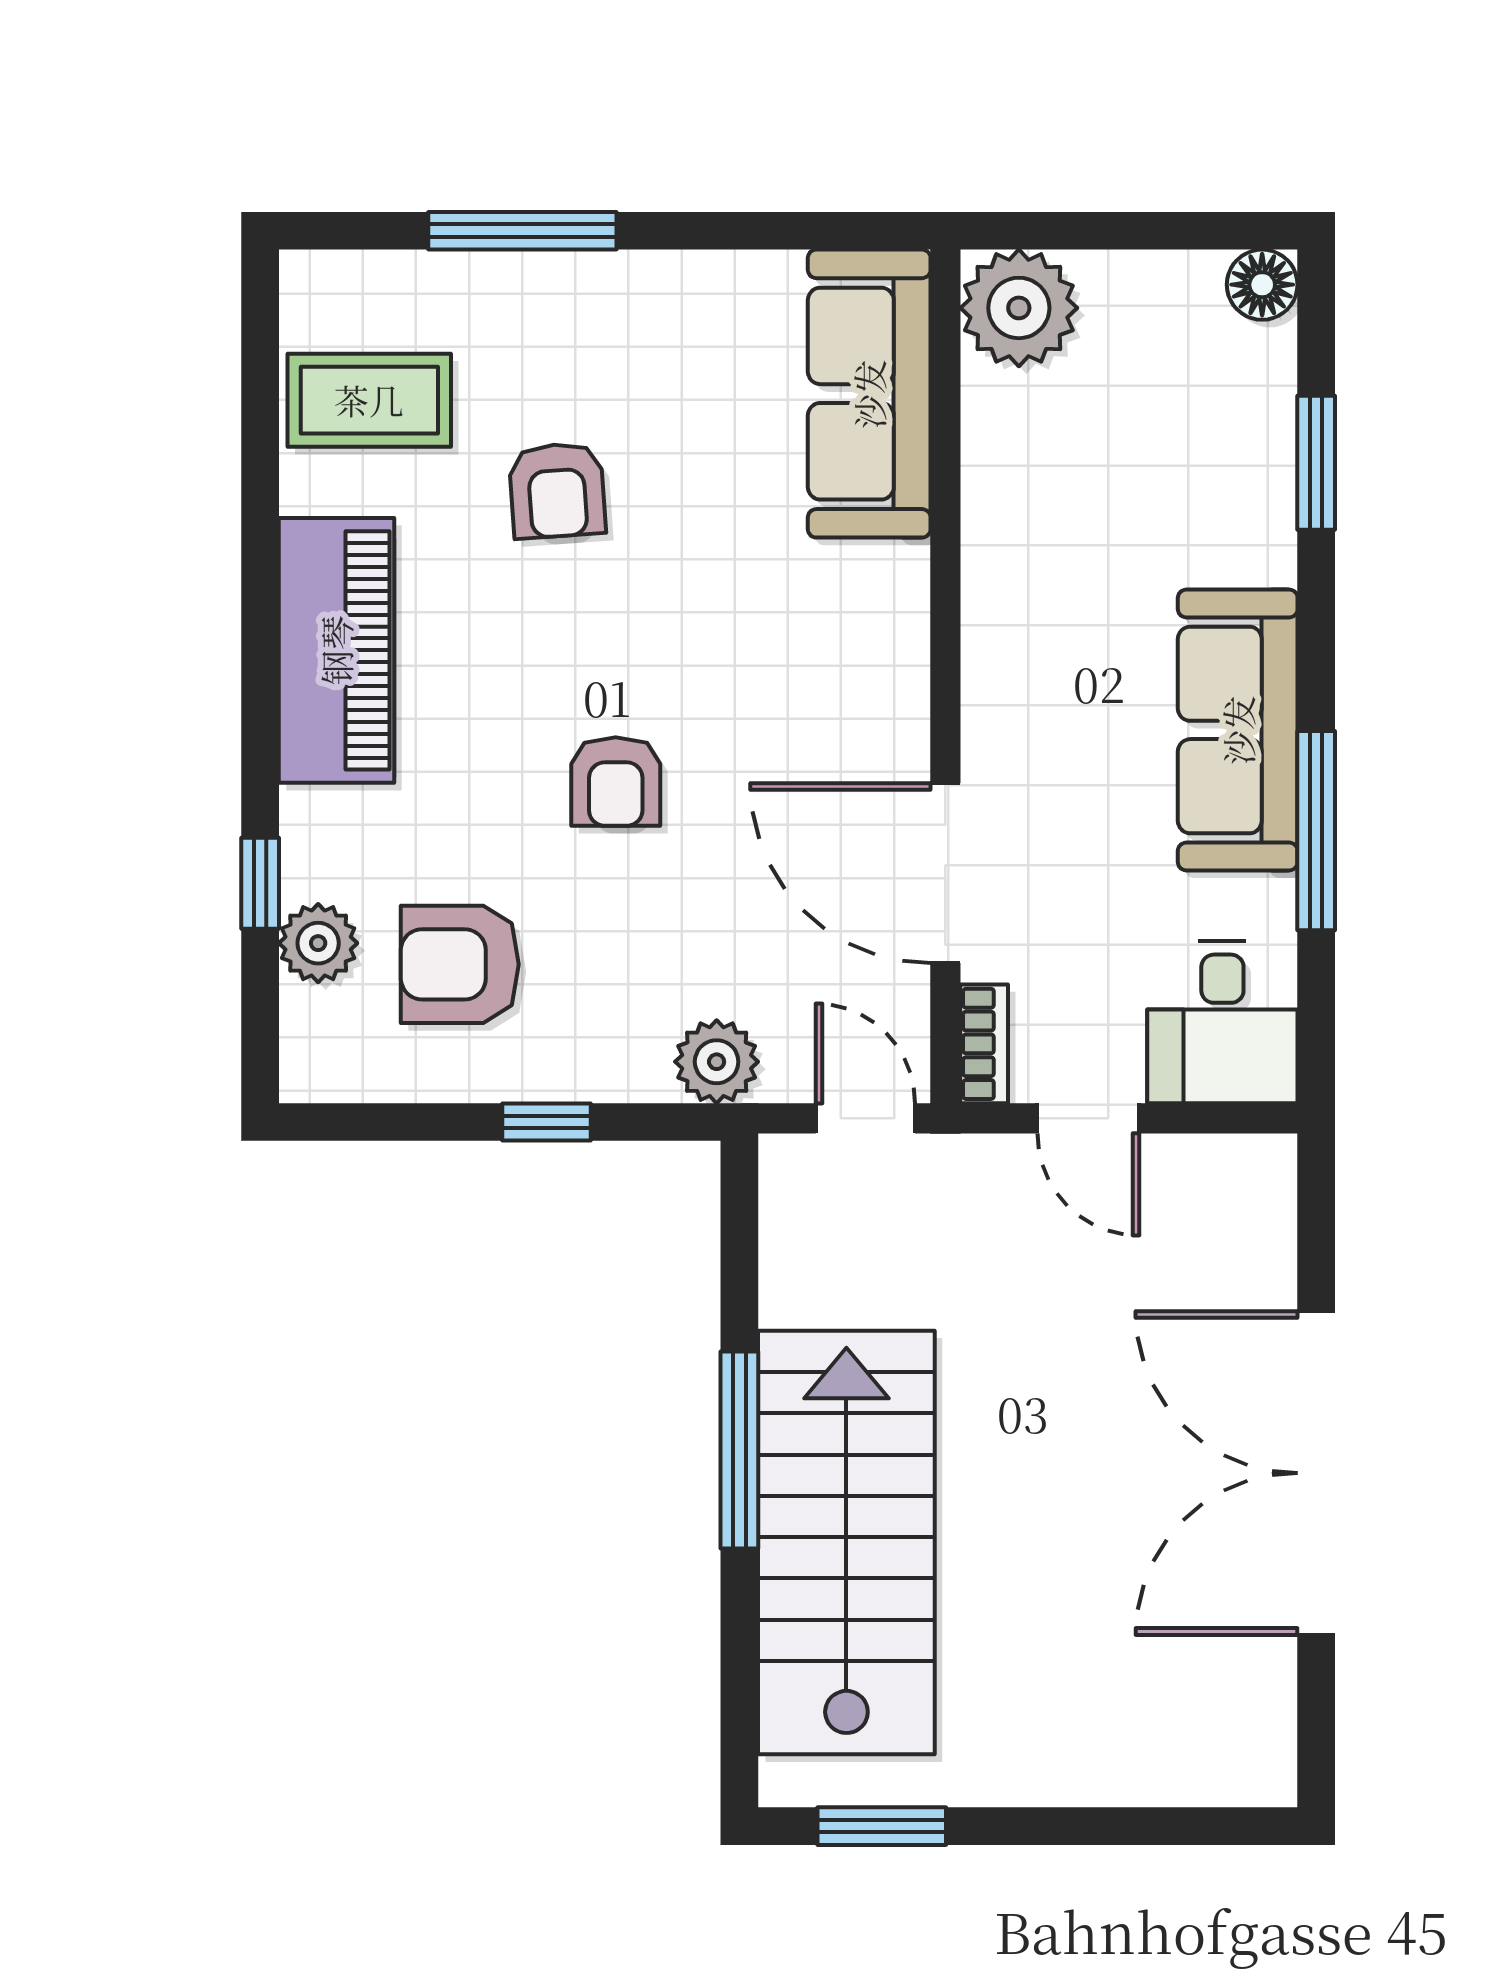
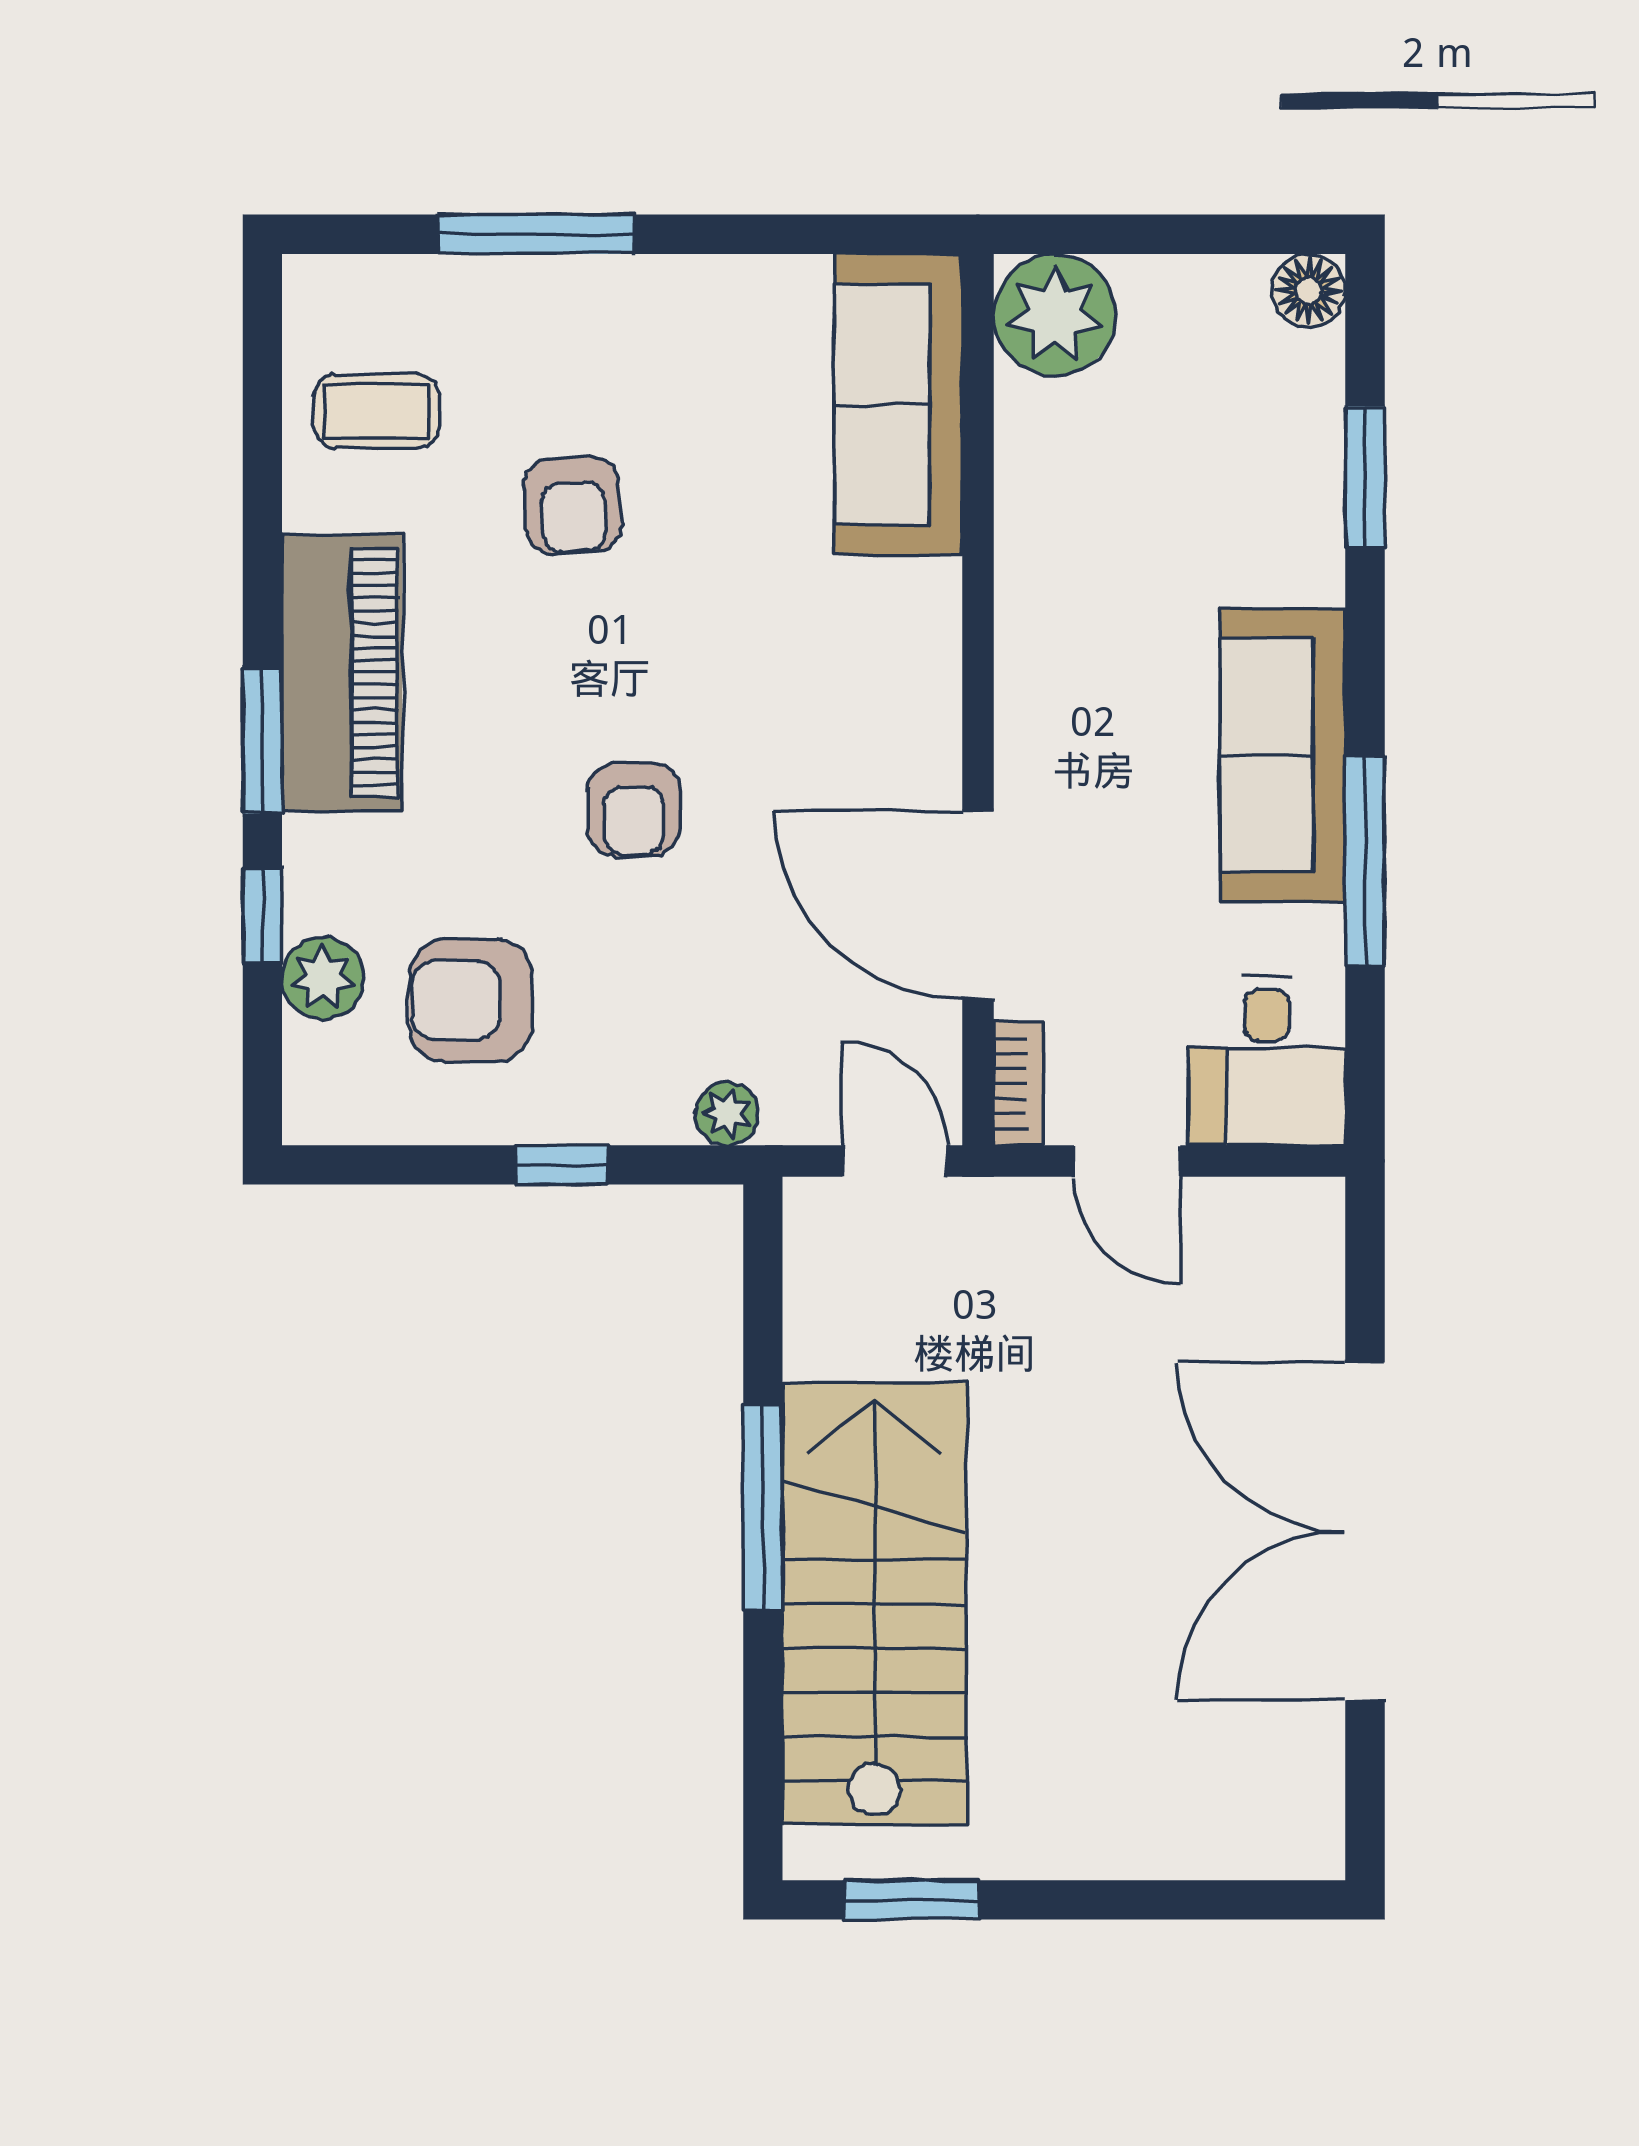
coffee table: (369, 400) -> (376, 411), width x0.73, depth x0.77
window: (260, 716) -> (262, 741), added
plant: (717, 1062) -> (727, 1114), width x0.73, depth x0.73

